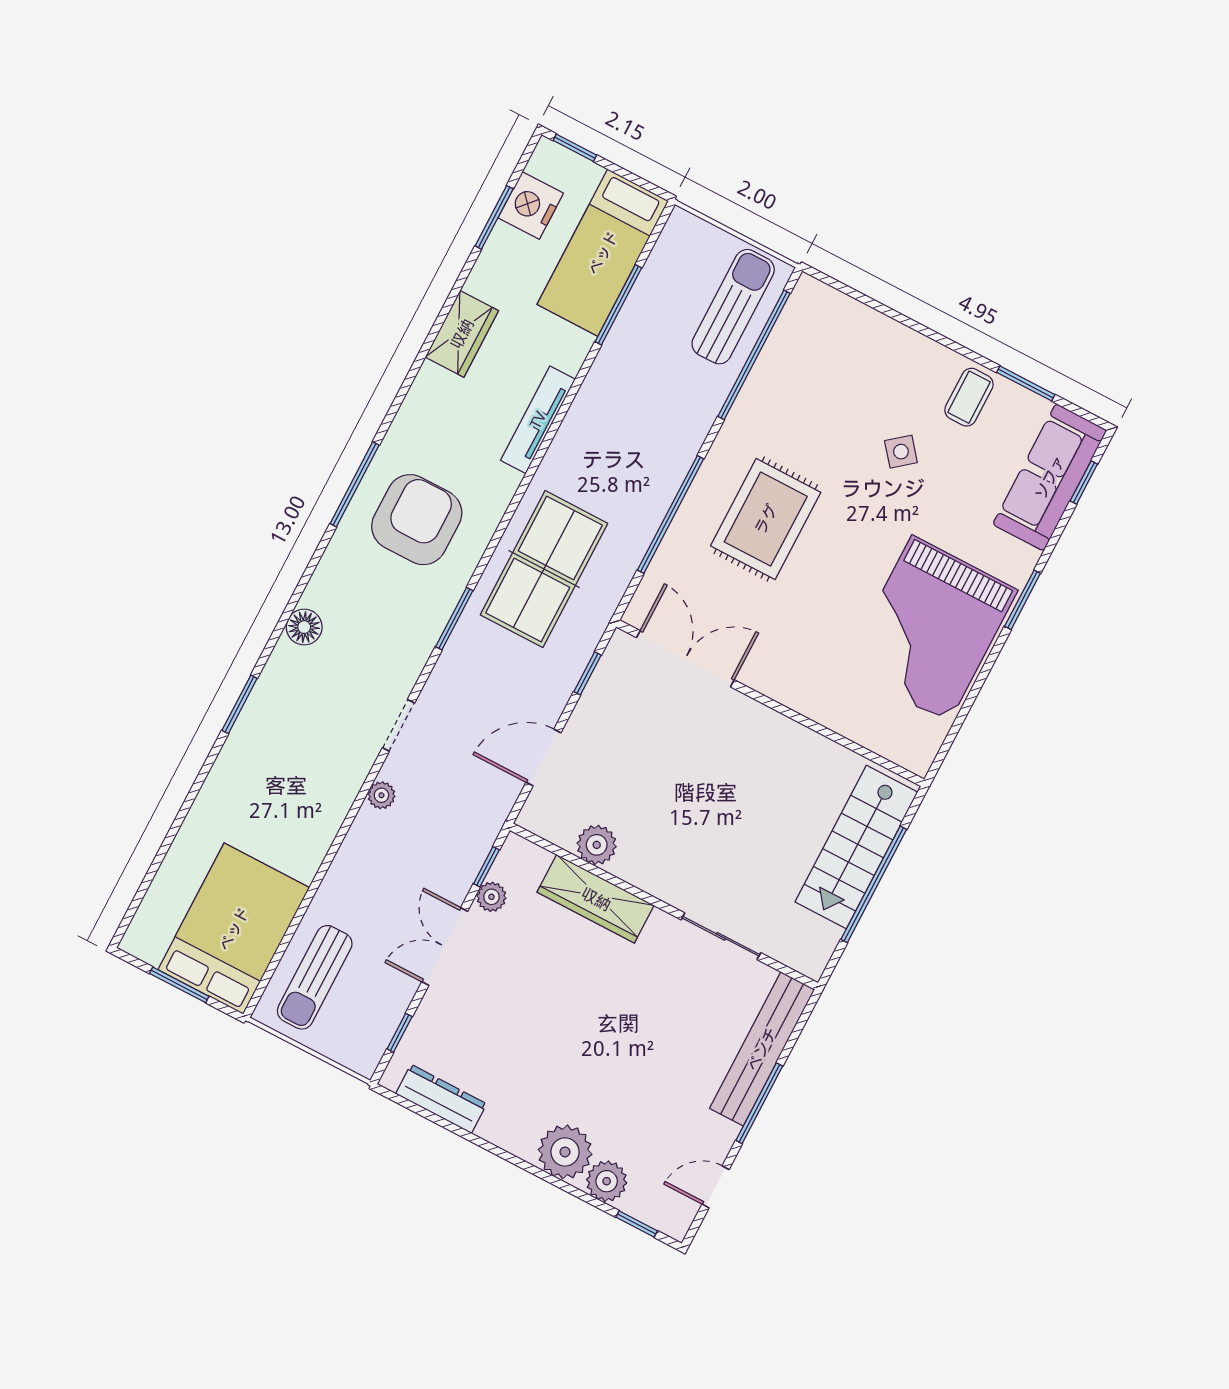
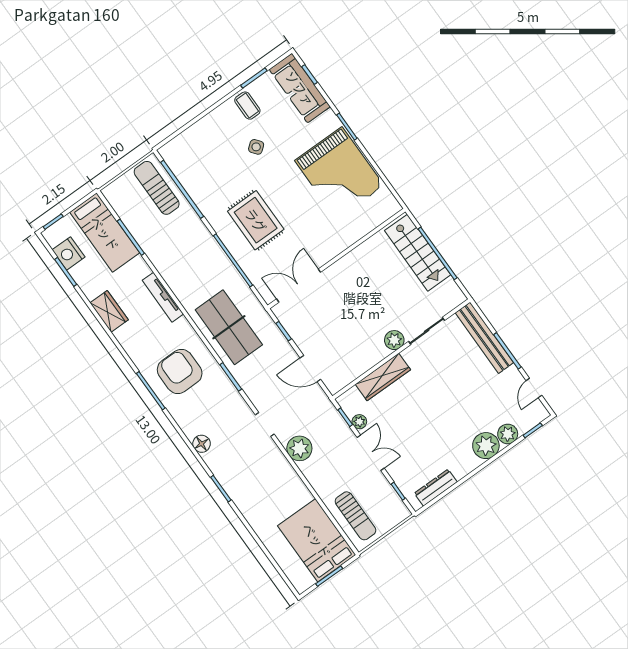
door: (544, 758) -> (310, 369), hinge flipped
plant: (381, 795) -> (299, 448), width x1.88, depth x1.88
plant: (597, 845) -> (394, 340), moved
double door: (445, 946) -> (371, 453), swing flipped

